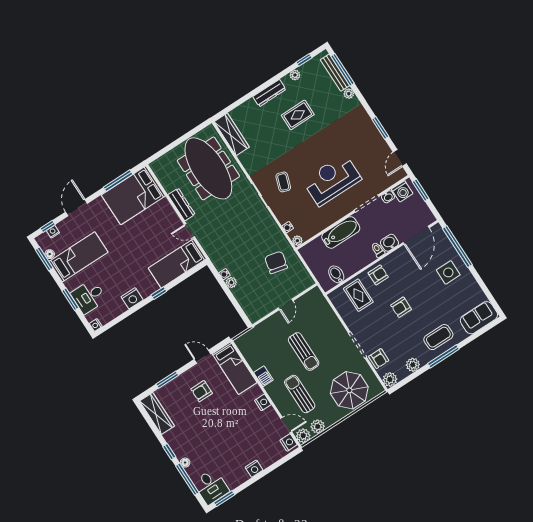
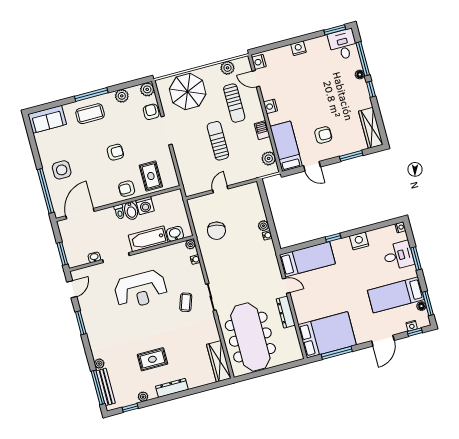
washing machine: (402, 191) -> (145, 206), moved, turned 180
washbasin: (389, 243) -> (175, 234), moved, turned 180
bidet: (336, 274) -> (131, 211), moved
plant: (303, 436) -> (269, 158), moved

